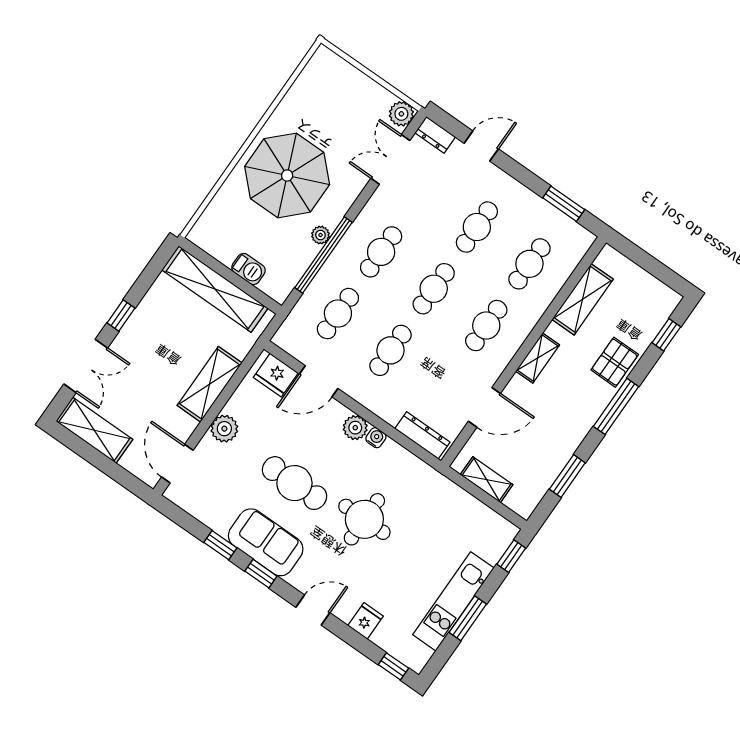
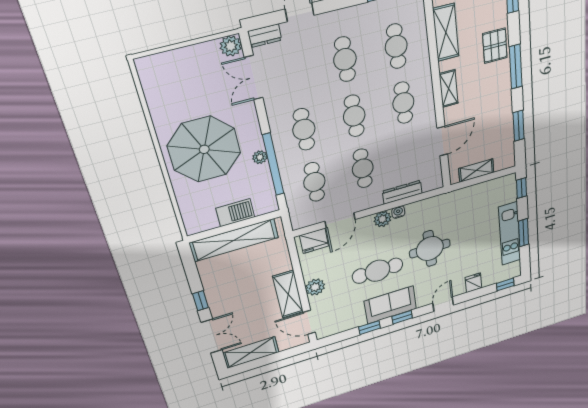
barbecue: (248, 269) -> (235, 213), width x1.38, depth x1.27
shelving: (210, 384) -> (288, 294), moved
dresser: (422, 435) -> (402, 192), moved

